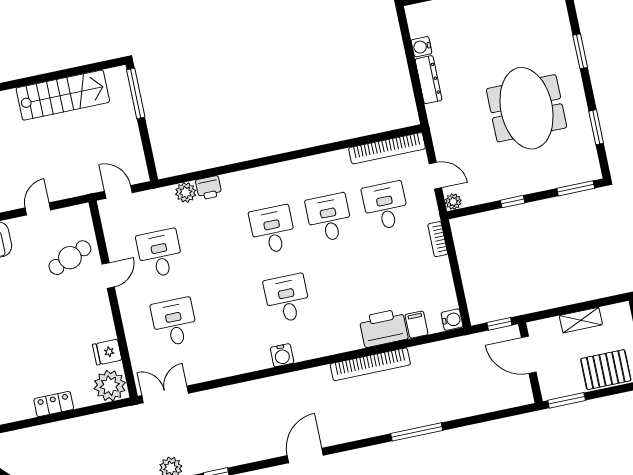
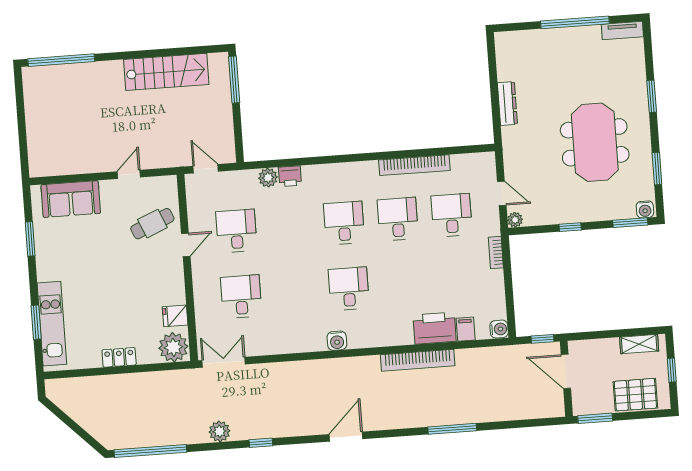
water cooler: (421, 47) -> (645, 209), moved, turned -90
bookcase: (387, 148) -> (414, 165), moved
shelving: (581, 320) -> (639, 344), moved

